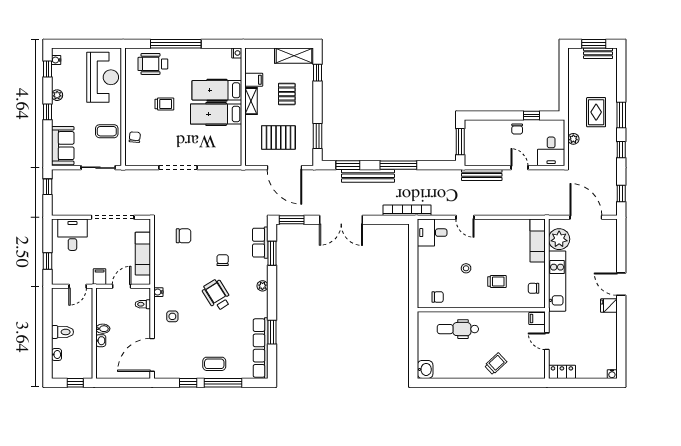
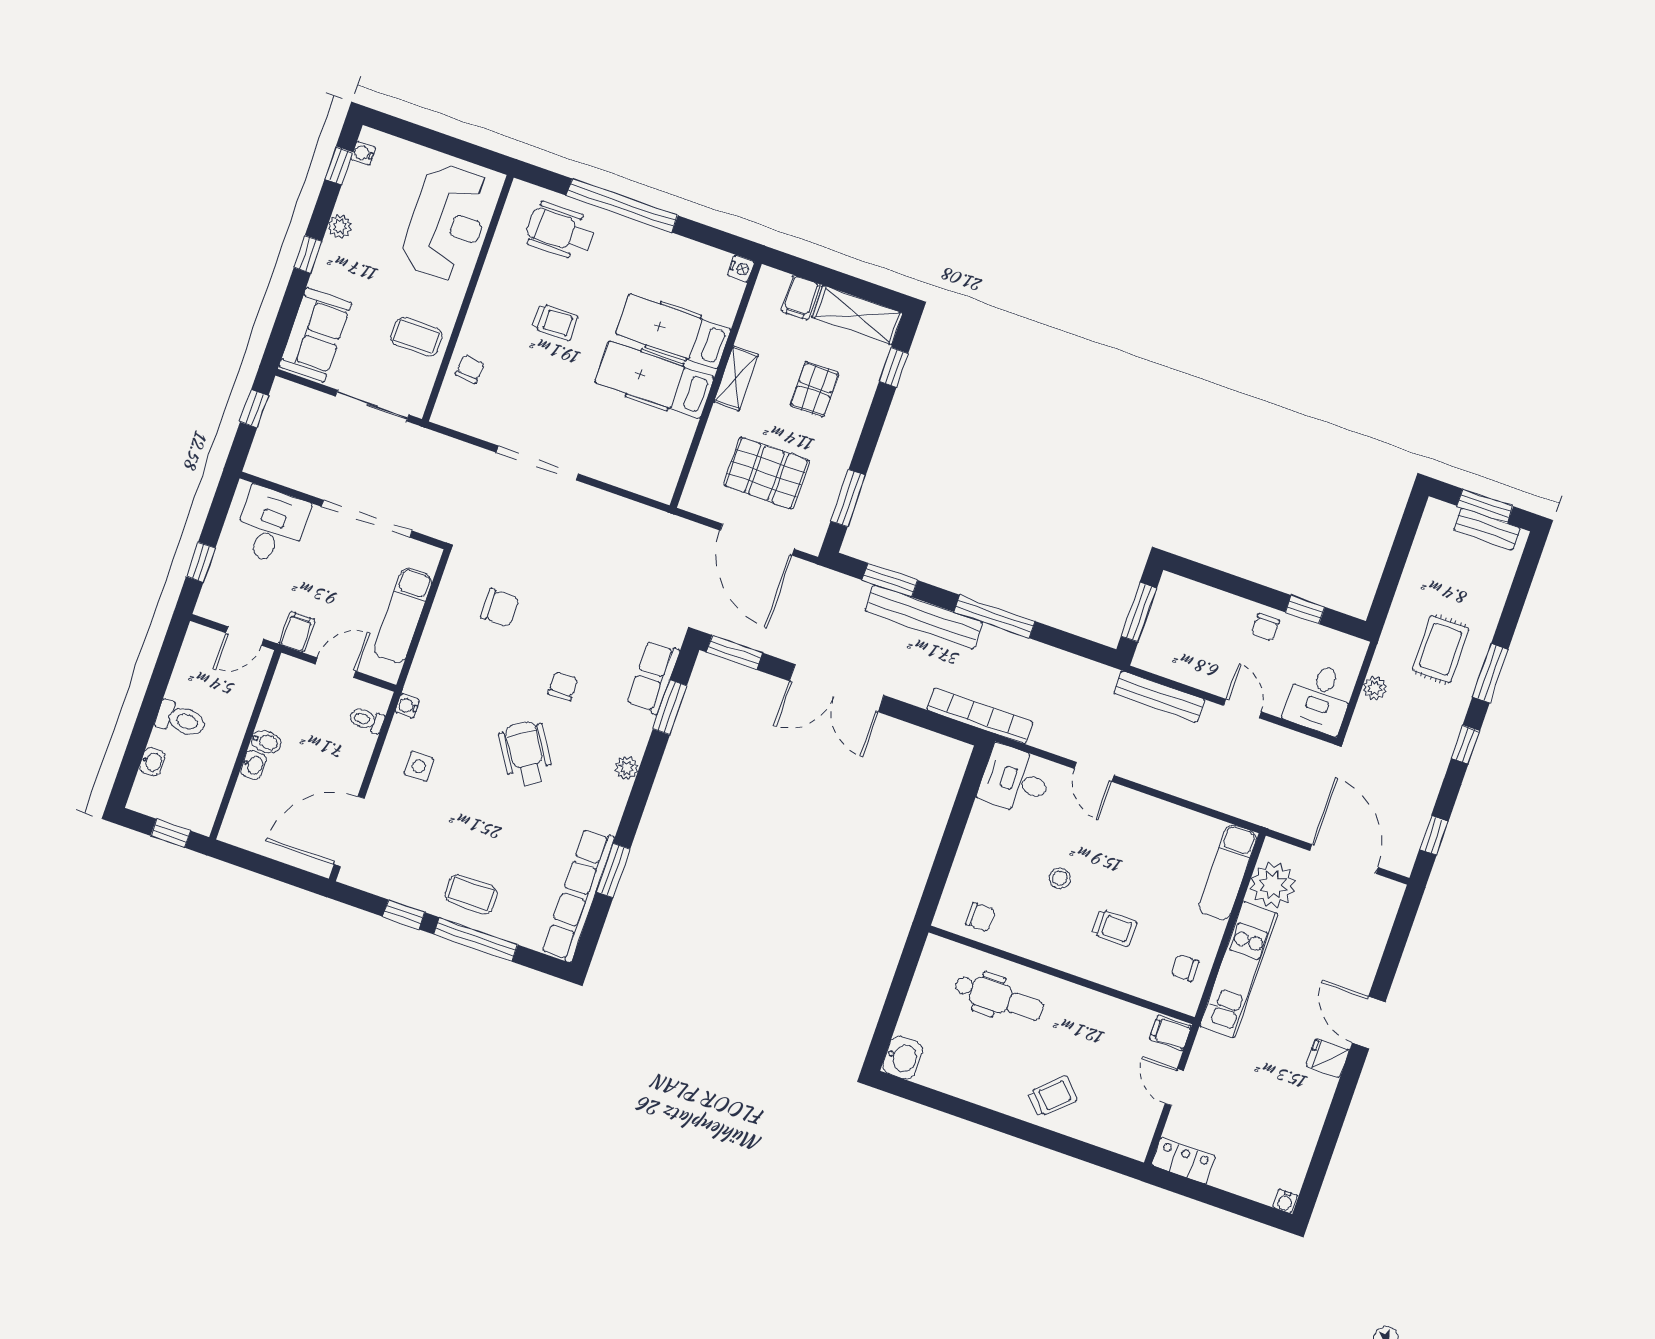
filing cabinet: (254, 80) -> (801, 298), moved, turned 90
dental chair: (458, 329) -> (999, 998), turned 180

